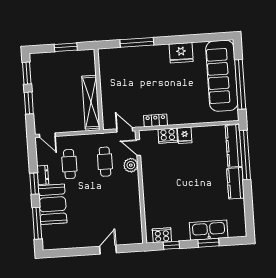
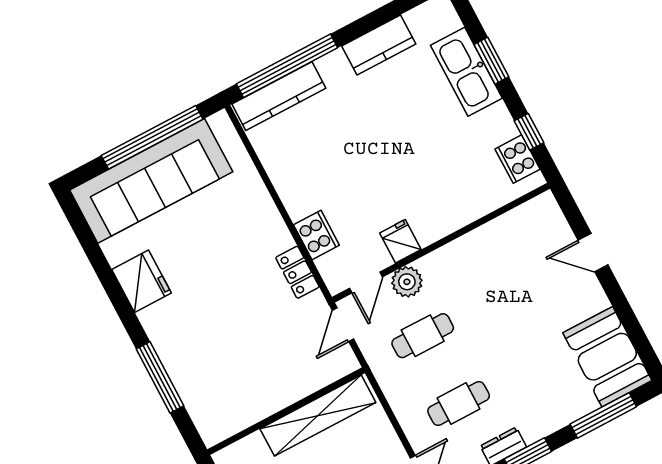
fridge: (185, 135) -> (400, 241), moved, turned -90
kitchen counter: (236, 183) -> (379, 45), moved
booth: (53, 204) -> (607, 357), moved, turned 90

